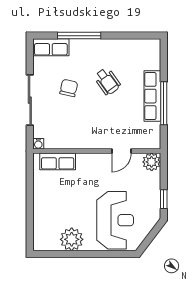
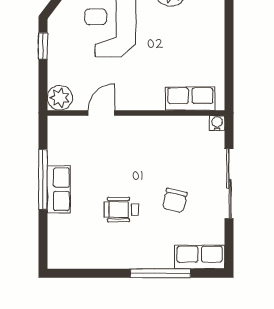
wheelchair: (107, 81) -> (121, 210), turned -54
row of seats: (152, 96) -> (59, 189), width x0.68

